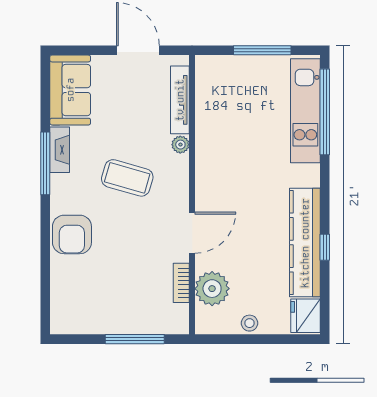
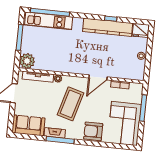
coffee table: (127, 178) -> (70, 104), width x1.36, depth x1.32
door: (192, 233) -> (98, 77), swing flipped
armchair: (72, 234) -> (93, 131), turned 180
plant: (212, 289) -> (27, 61), moved
corner sofa: (96, 301) -> (124, 123), added

